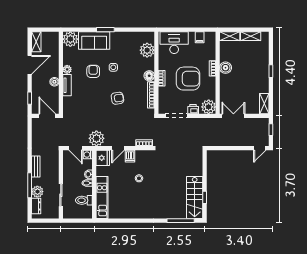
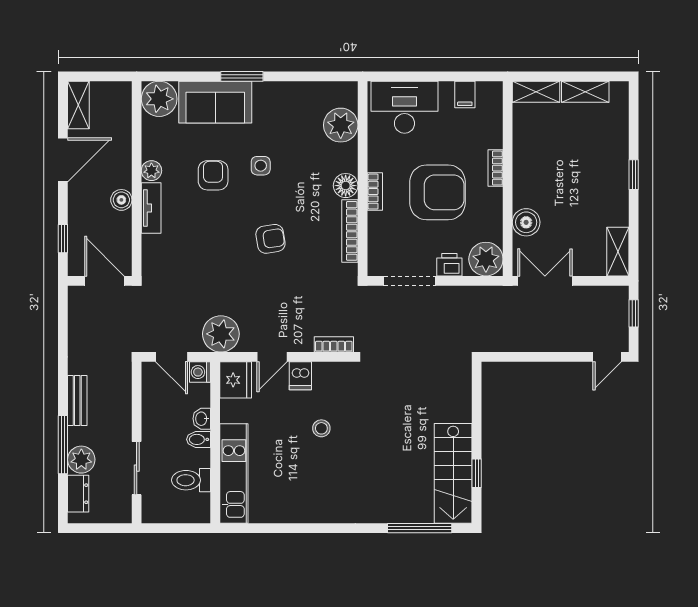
boiler: (226, 68) -> (526, 222), moved

